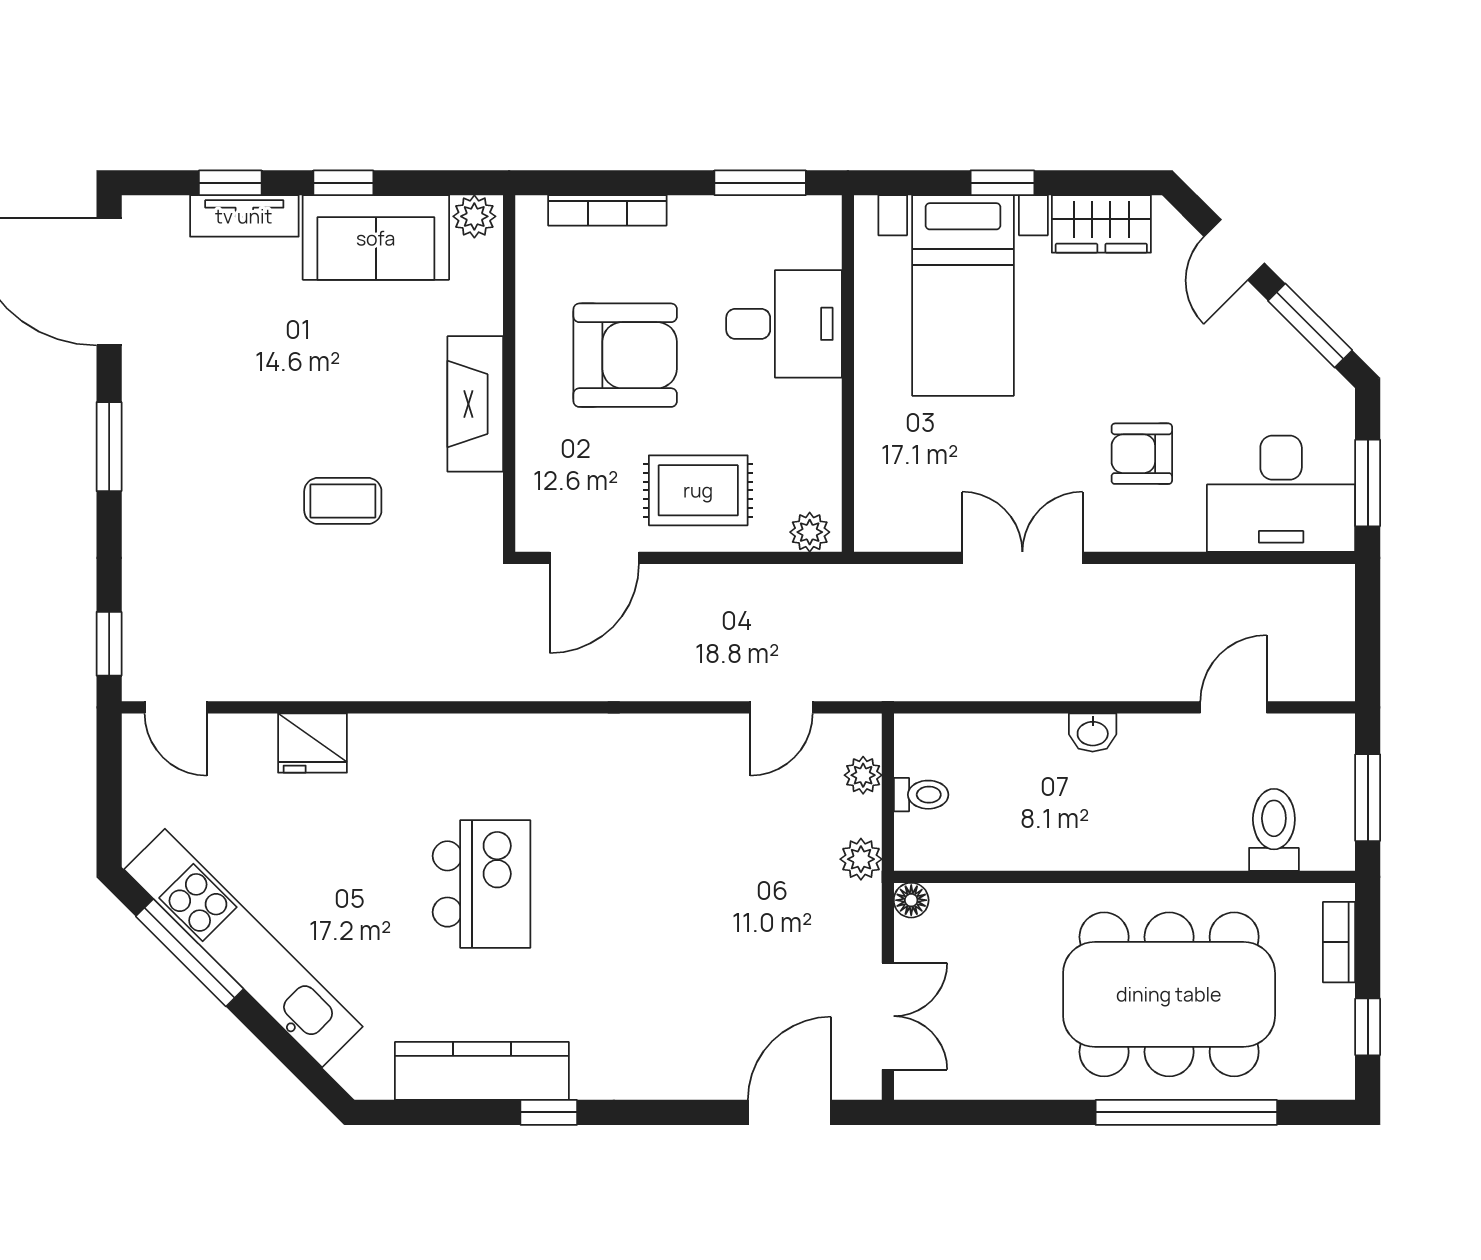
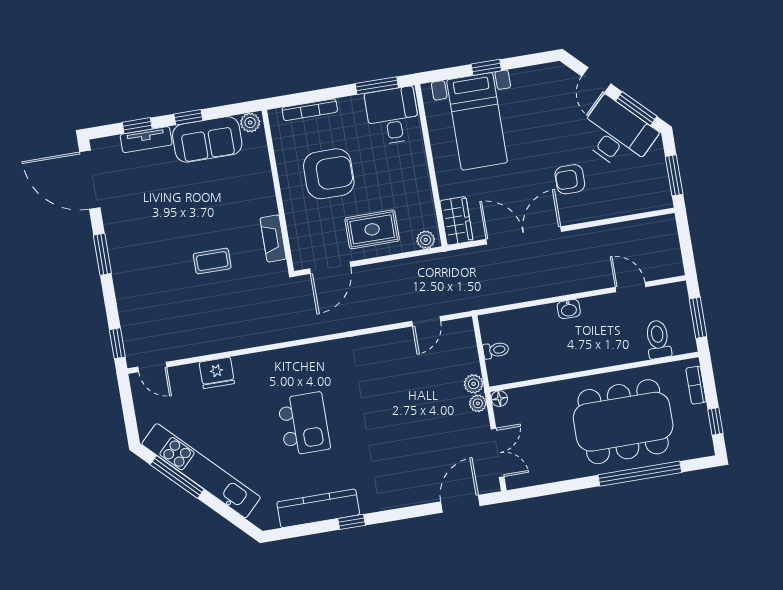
wardrobe: (1101, 224) -> (456, 221), moved, turned -90
desk: (784, 324) -> (393, 116), moved, turned -90
fireplace: (475, 404) -> (273, 239), moved, width x0.73, depth x0.76
desk: (1281, 494) -> (617, 135), moved, turned -135
double door: (1022, 558) -> (524, 235), width x1.37
door: (1233, 707) -> (630, 287), hinge flipped
plant: (863, 775) -> (478, 403), moved

